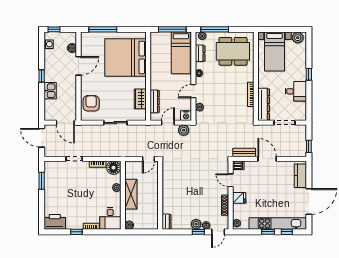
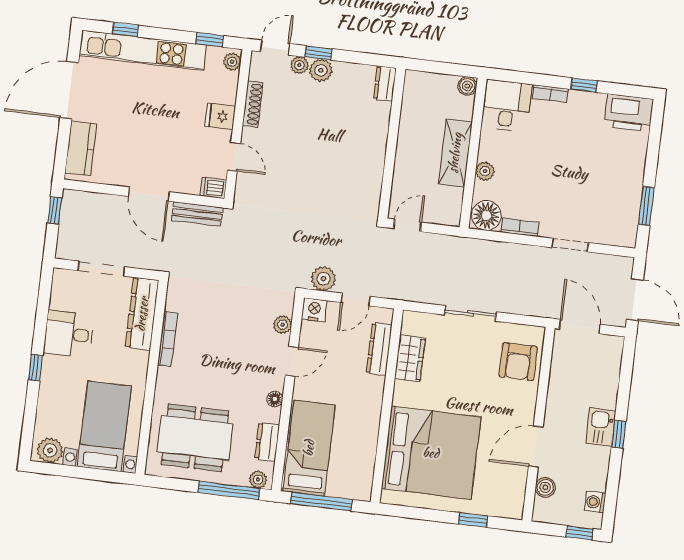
window: (103, 29) -> (473, 520), width x0.46
kitchen sink: (50, 91) -> (601, 427), moved
window: (268, 232) -> (210, 40), moved

